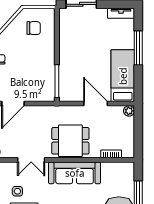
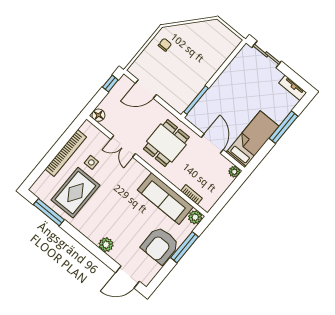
chair: (34, 28) -> (213, 42), removed
dining table: (70, 141) -> (166, 143), moved, turned 90
plant: (128, 168) -> (195, 217), added
sofa: (75, 173) -> (165, 199), moved

